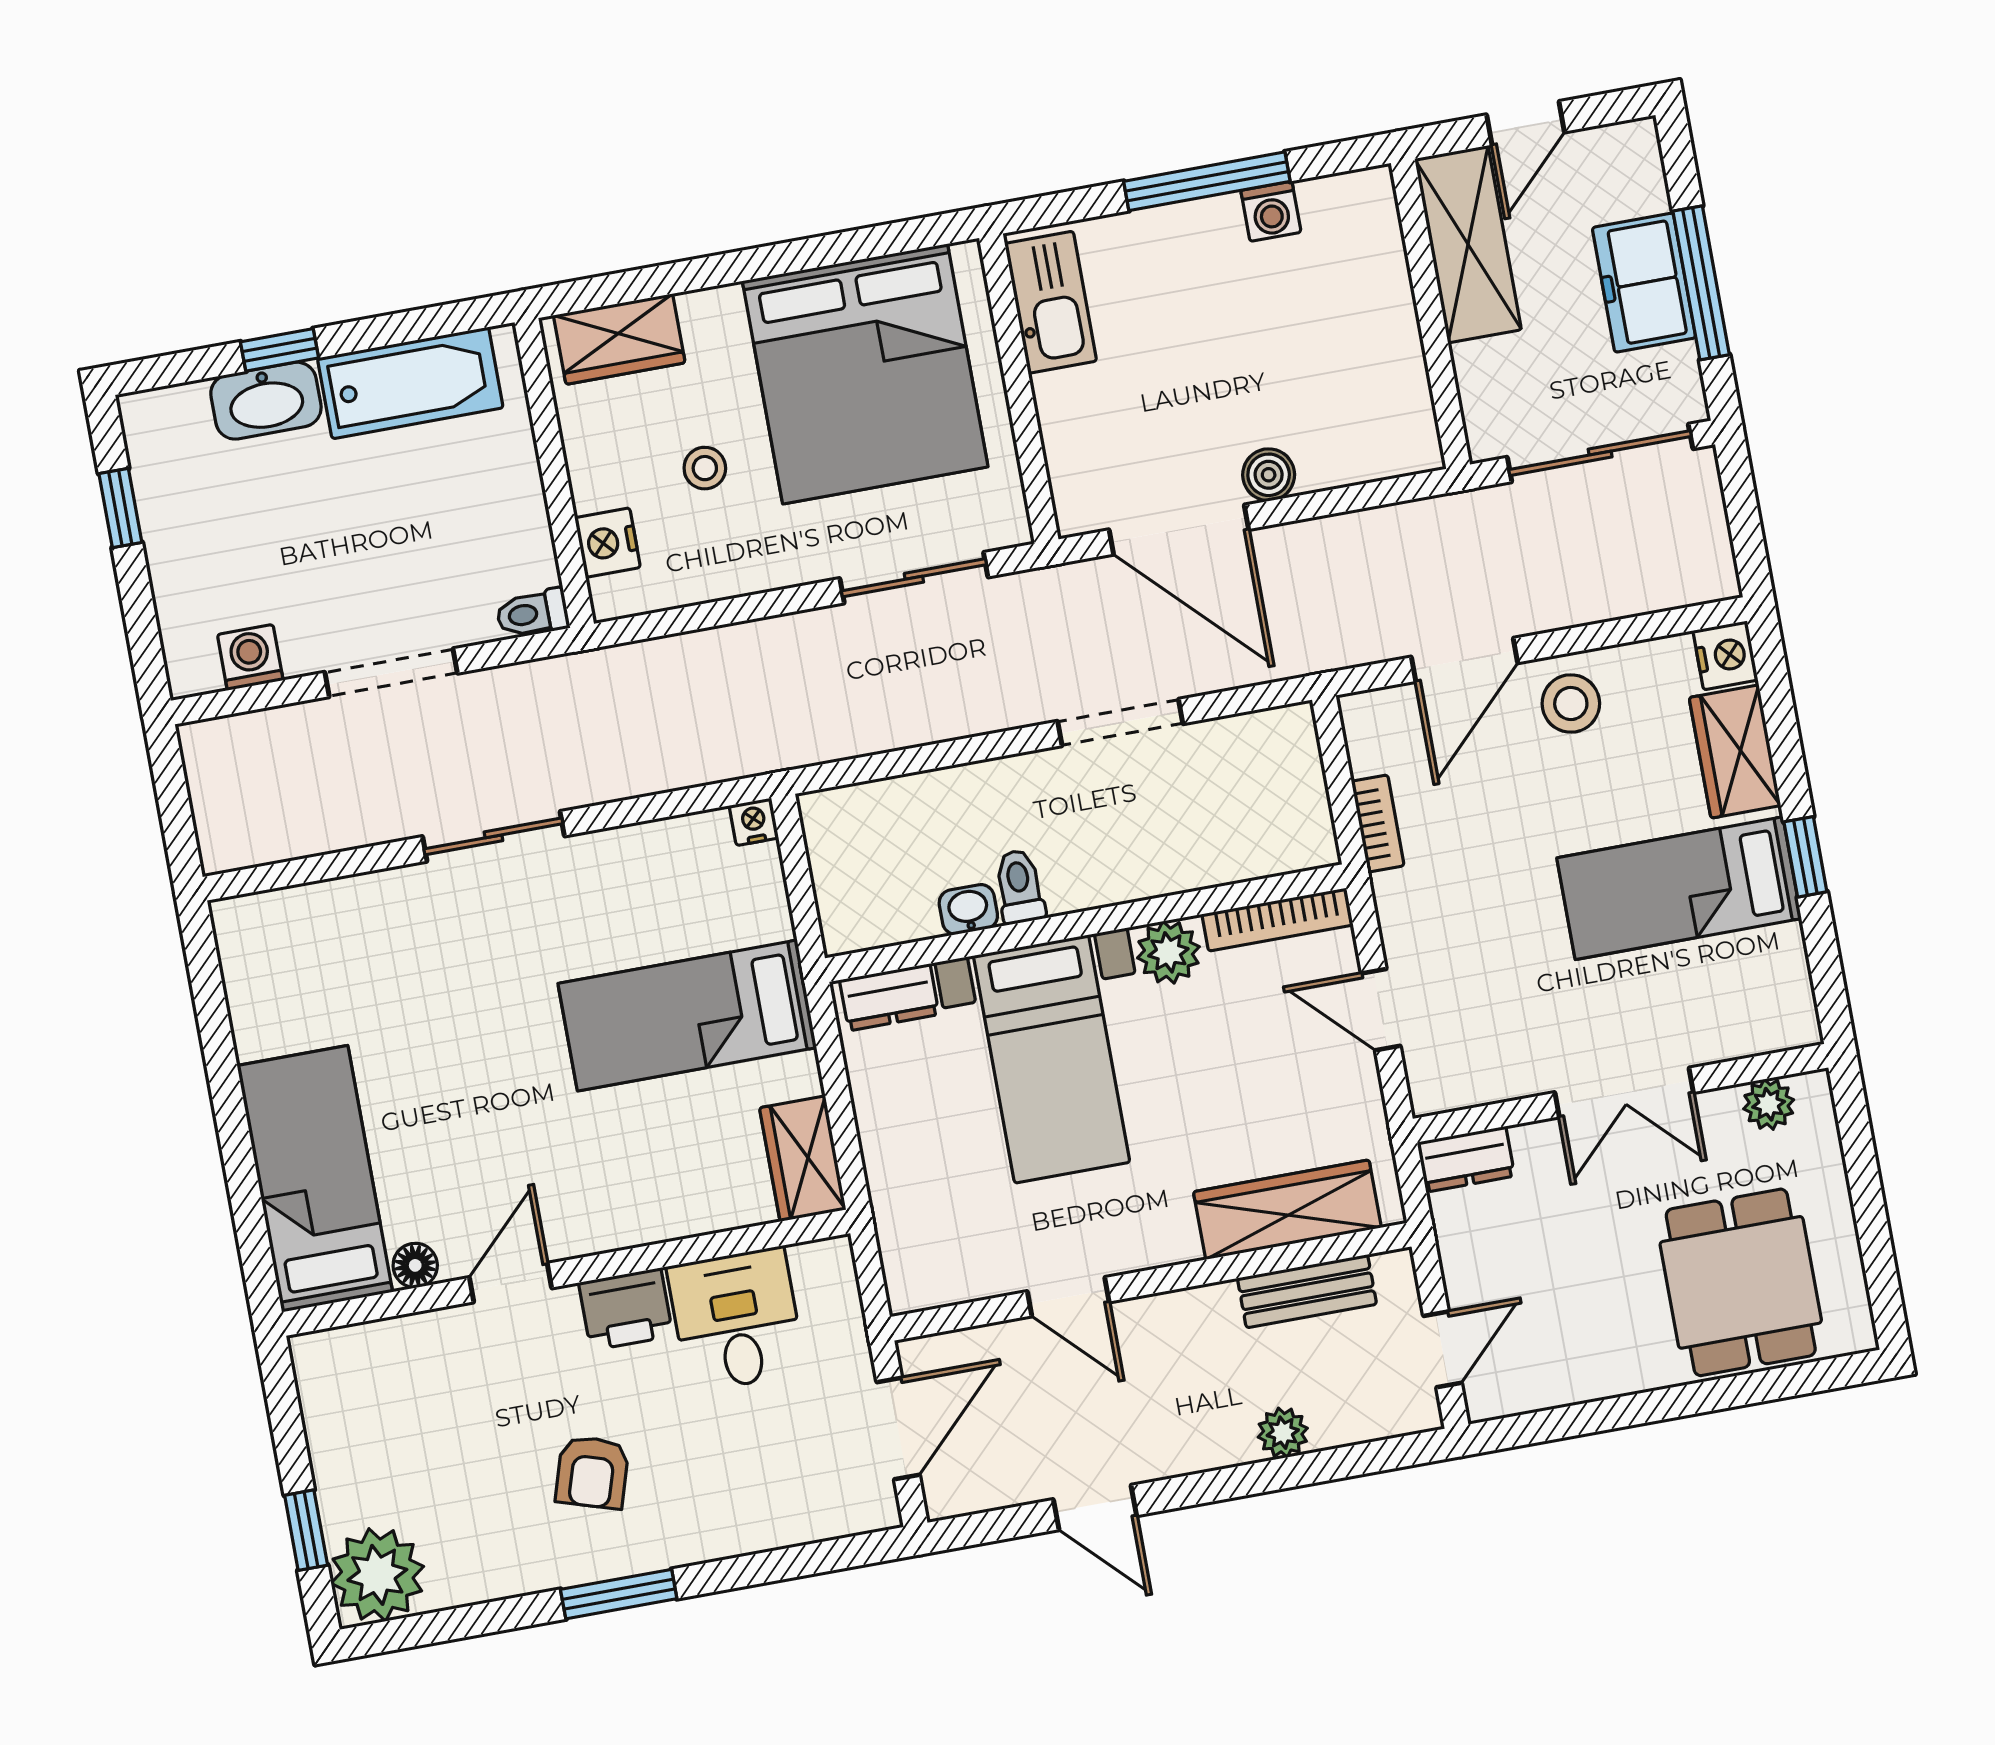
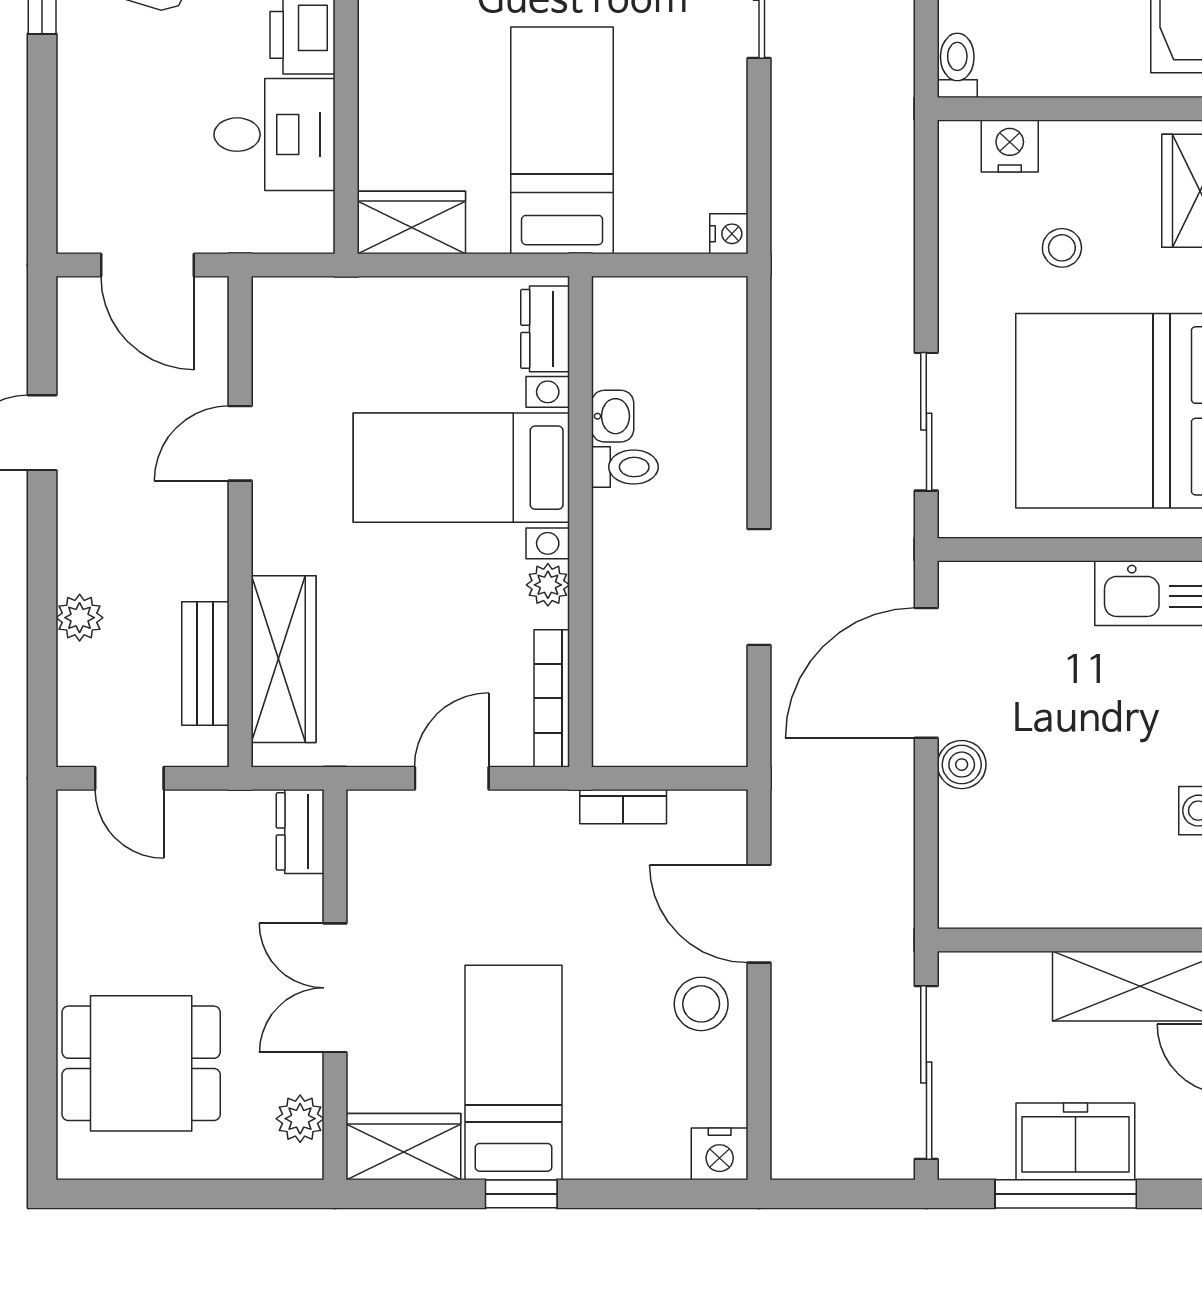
wardrobe: (1735, 752) -> (403, 1147), moved
plant: (1168, 952) -> (548, 585), width x0.73, depth x0.73

